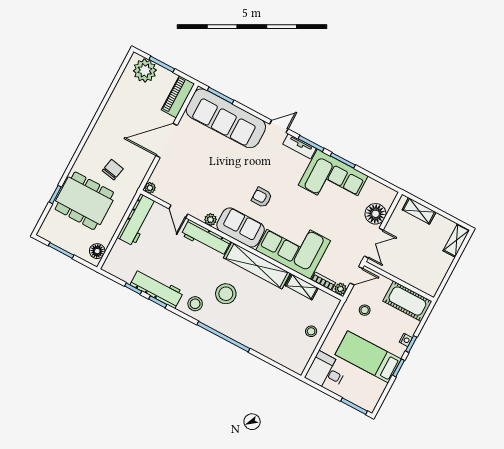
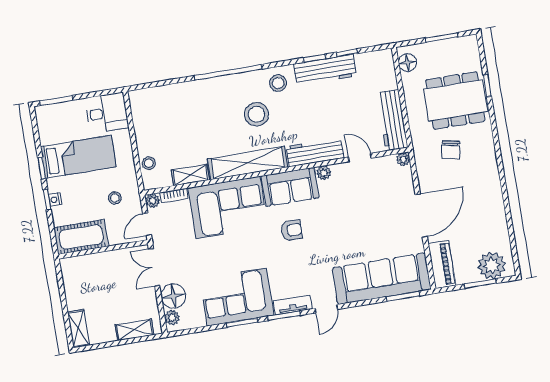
plant: (387, 200) -> (172, 318), added
stool: (311, 331) -> (149, 163), moved

